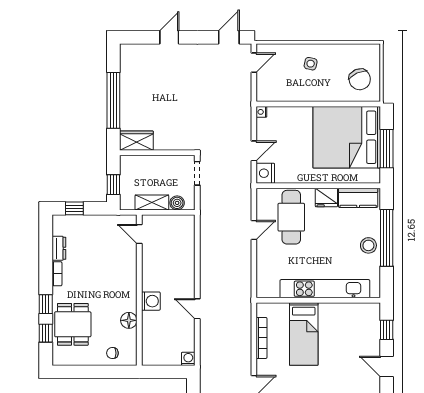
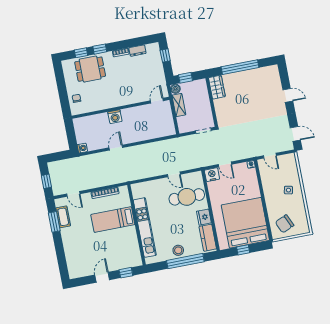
door: (254, 63) -> (270, 156), moved
window: (387, 149) -> (243, 250), width x0.46
boiler: (177, 203) -> (175, 89), moved
floor lamp: (129, 320) -> (100, 105), removed

